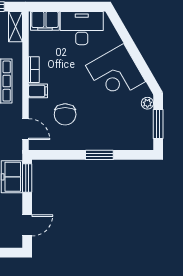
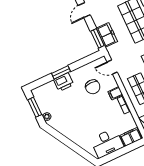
corner desk: (116, 73) -> (74, 125), removed
chair: (65, 114) -> (93, 87), turned 180
printer: (102, 140) -> (64, 82), added

